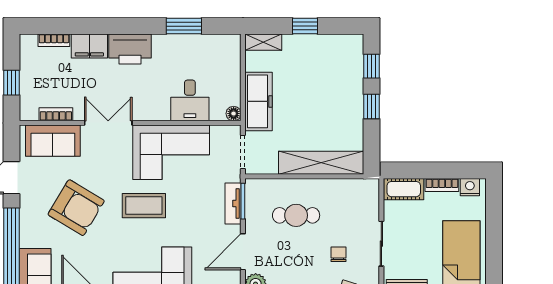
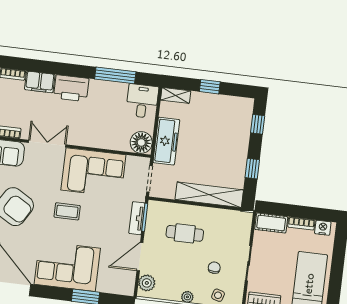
window: (184, 26) -> (115, 75), width x1.44
desk: (190, 100) -> (142, 101), moved, turned 180
window: (371, 107) -> (252, 169), moved
floor lamp: (234, 114) -> (141, 142), width x1.89, depth x1.89
coffee table: (144, 206) -> (67, 211), width x0.73, depth x0.77

